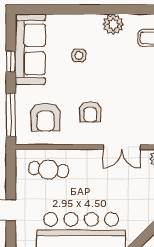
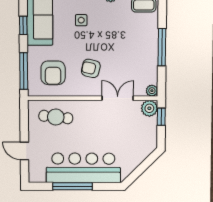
armchair: (90, 112) -> (91, 68), turned 103
double door: (122, 147) -> (118, 98), swing flipped

